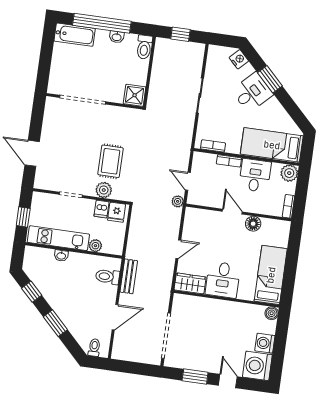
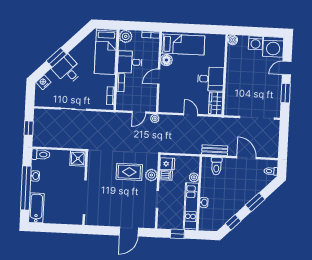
bed: (271, 275) -> (183, 45), moved, turned 180

